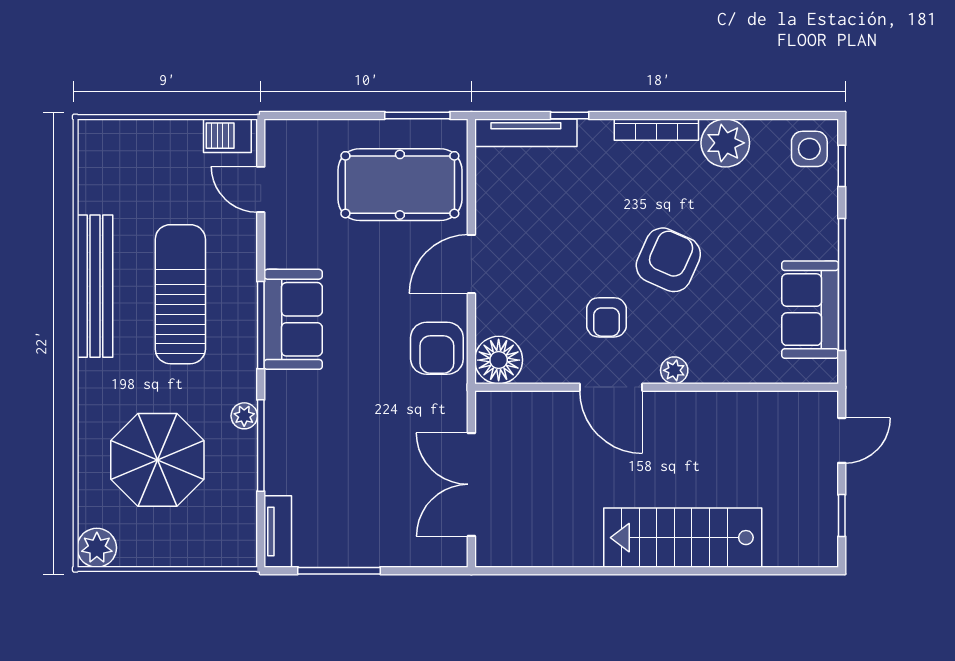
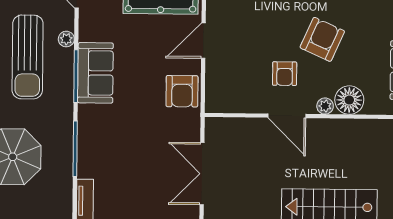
sun lounger: (180, 294) -> (28, 57), turned 180
floor lamp: (499, 360) -> (349, 100), moved
plant: (244, 416) -> (66, 39), moved

